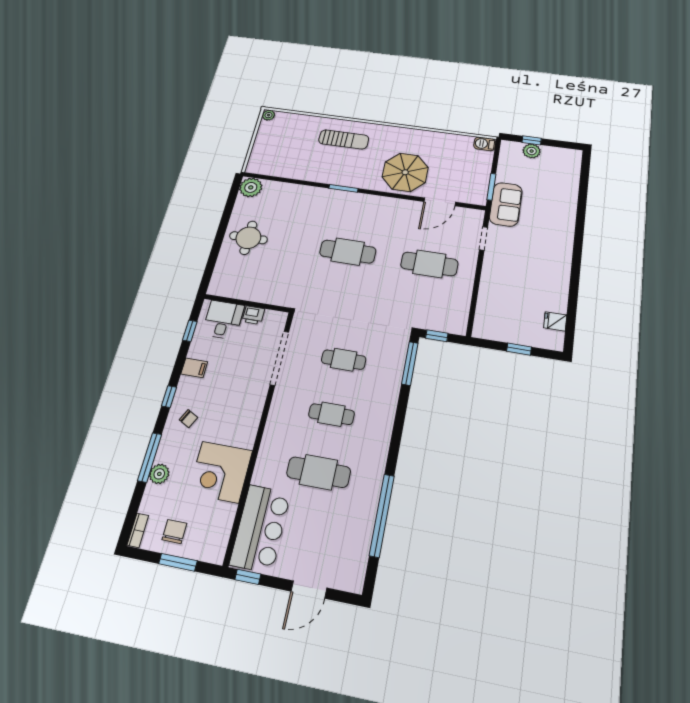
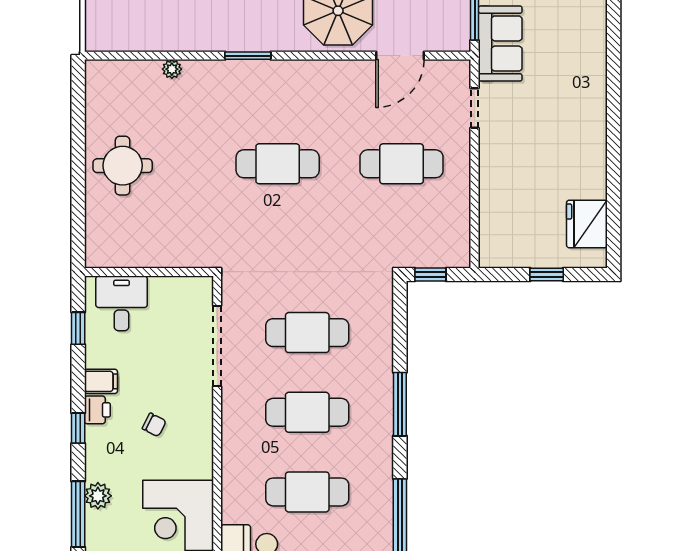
plant: (251, 187) -> (172, 69), moved, width x0.53, depth x0.53
printer: (253, 315) -> (97, 410), moved, turned -90
fridge: (555, 321) -> (587, 224), width x1.88, depth x1.34
cafe table: (344, 360) -> (307, 333), width x1.37, depth x1.35
window: (410, 363) -> (400, 404), moved
cafe table: (331, 414) -> (307, 412), width x1.37, depth x1.35
chair: (188, 419) -> (154, 425), moved
plant: (159, 474) -> (98, 496), moved

